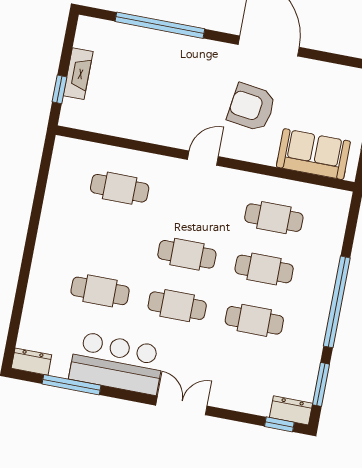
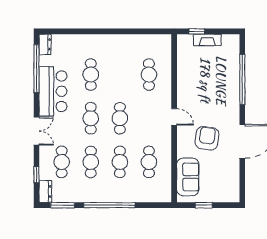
cafe table: (244, 372) -> (62, 162), added
window: (71, 385) -> (36, 69), width x1.46
window: (279, 424) -> (36, 175), moved

